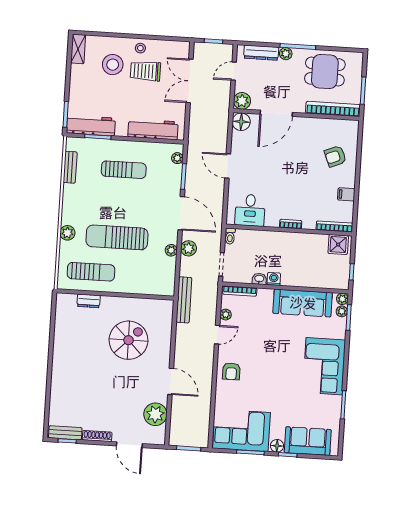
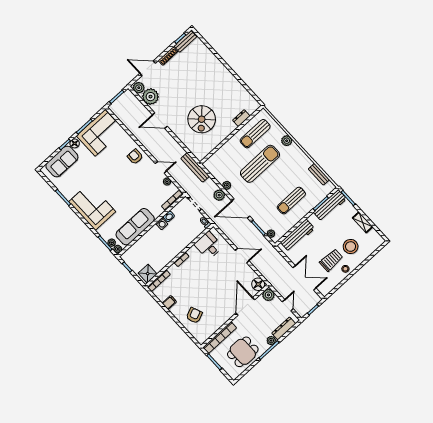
shelving: (78, 49) -> (363, 222), moved
door: (217, 335) -> (161, 167), swing flipped
plant: (158, 435) -> (139, 88), added

